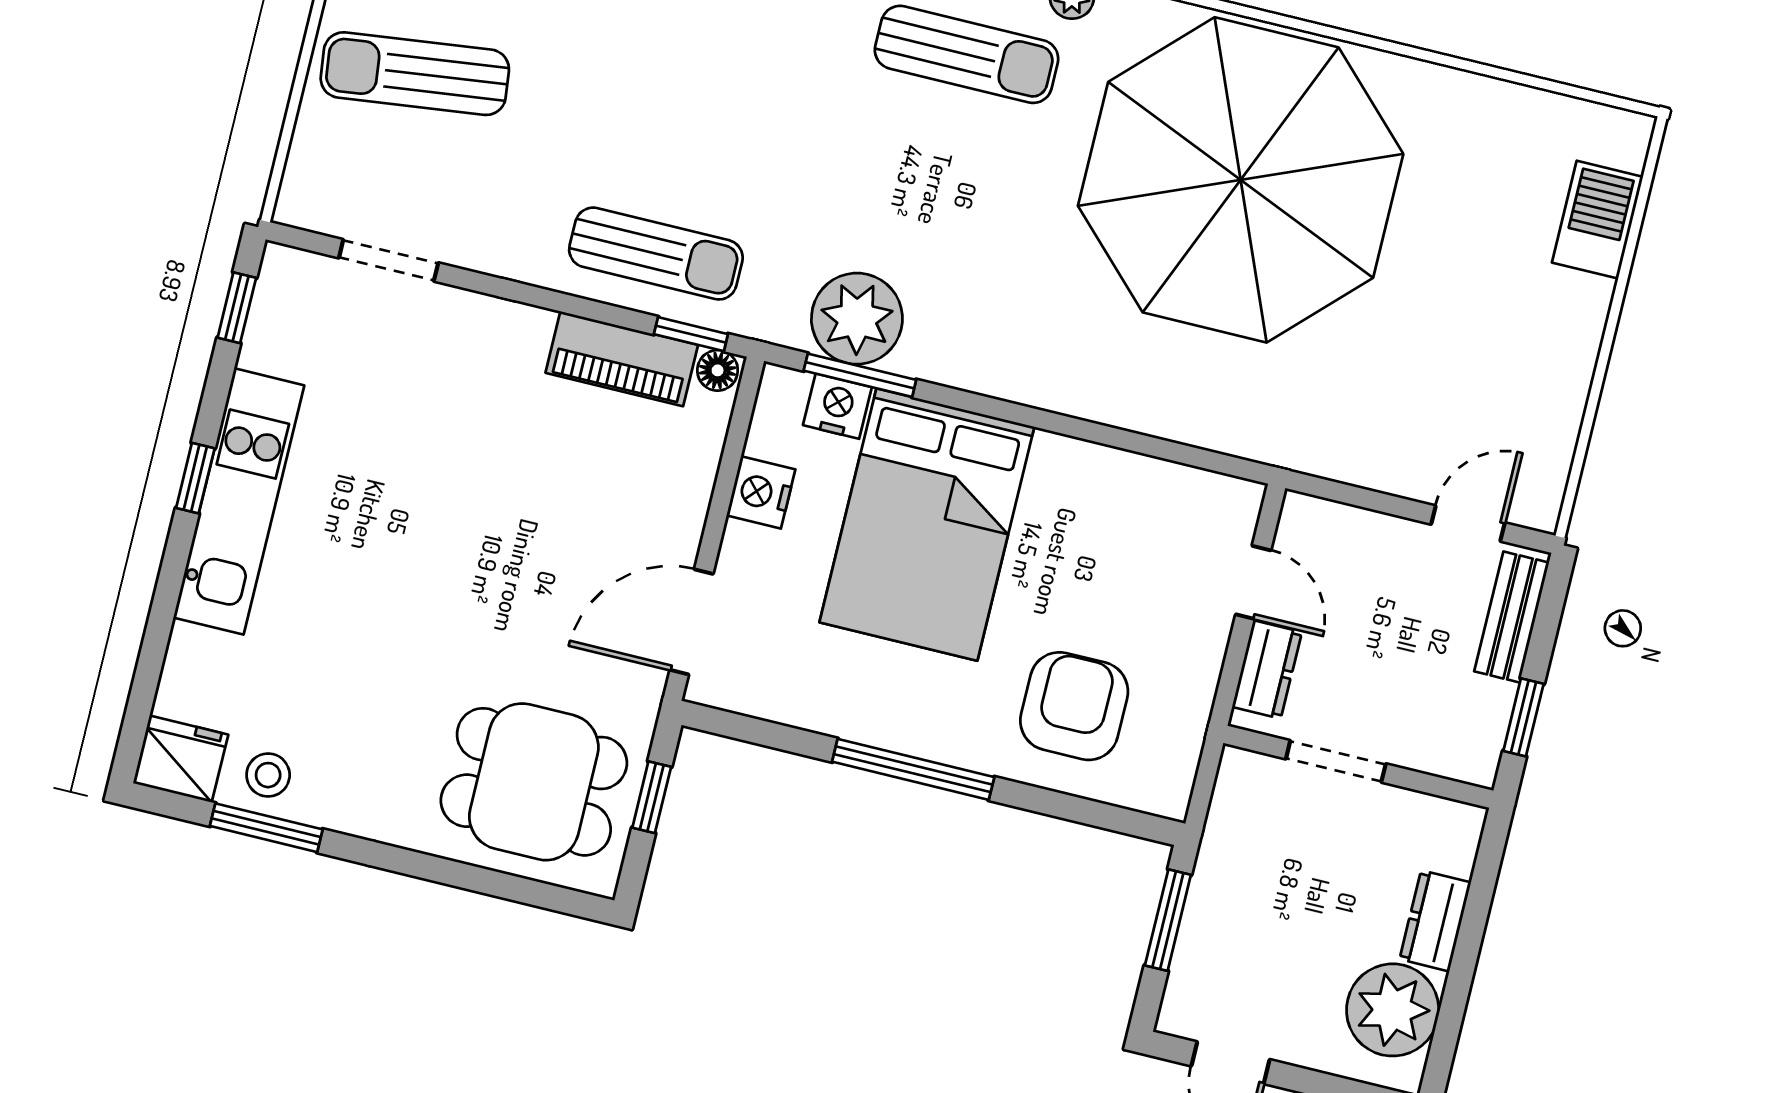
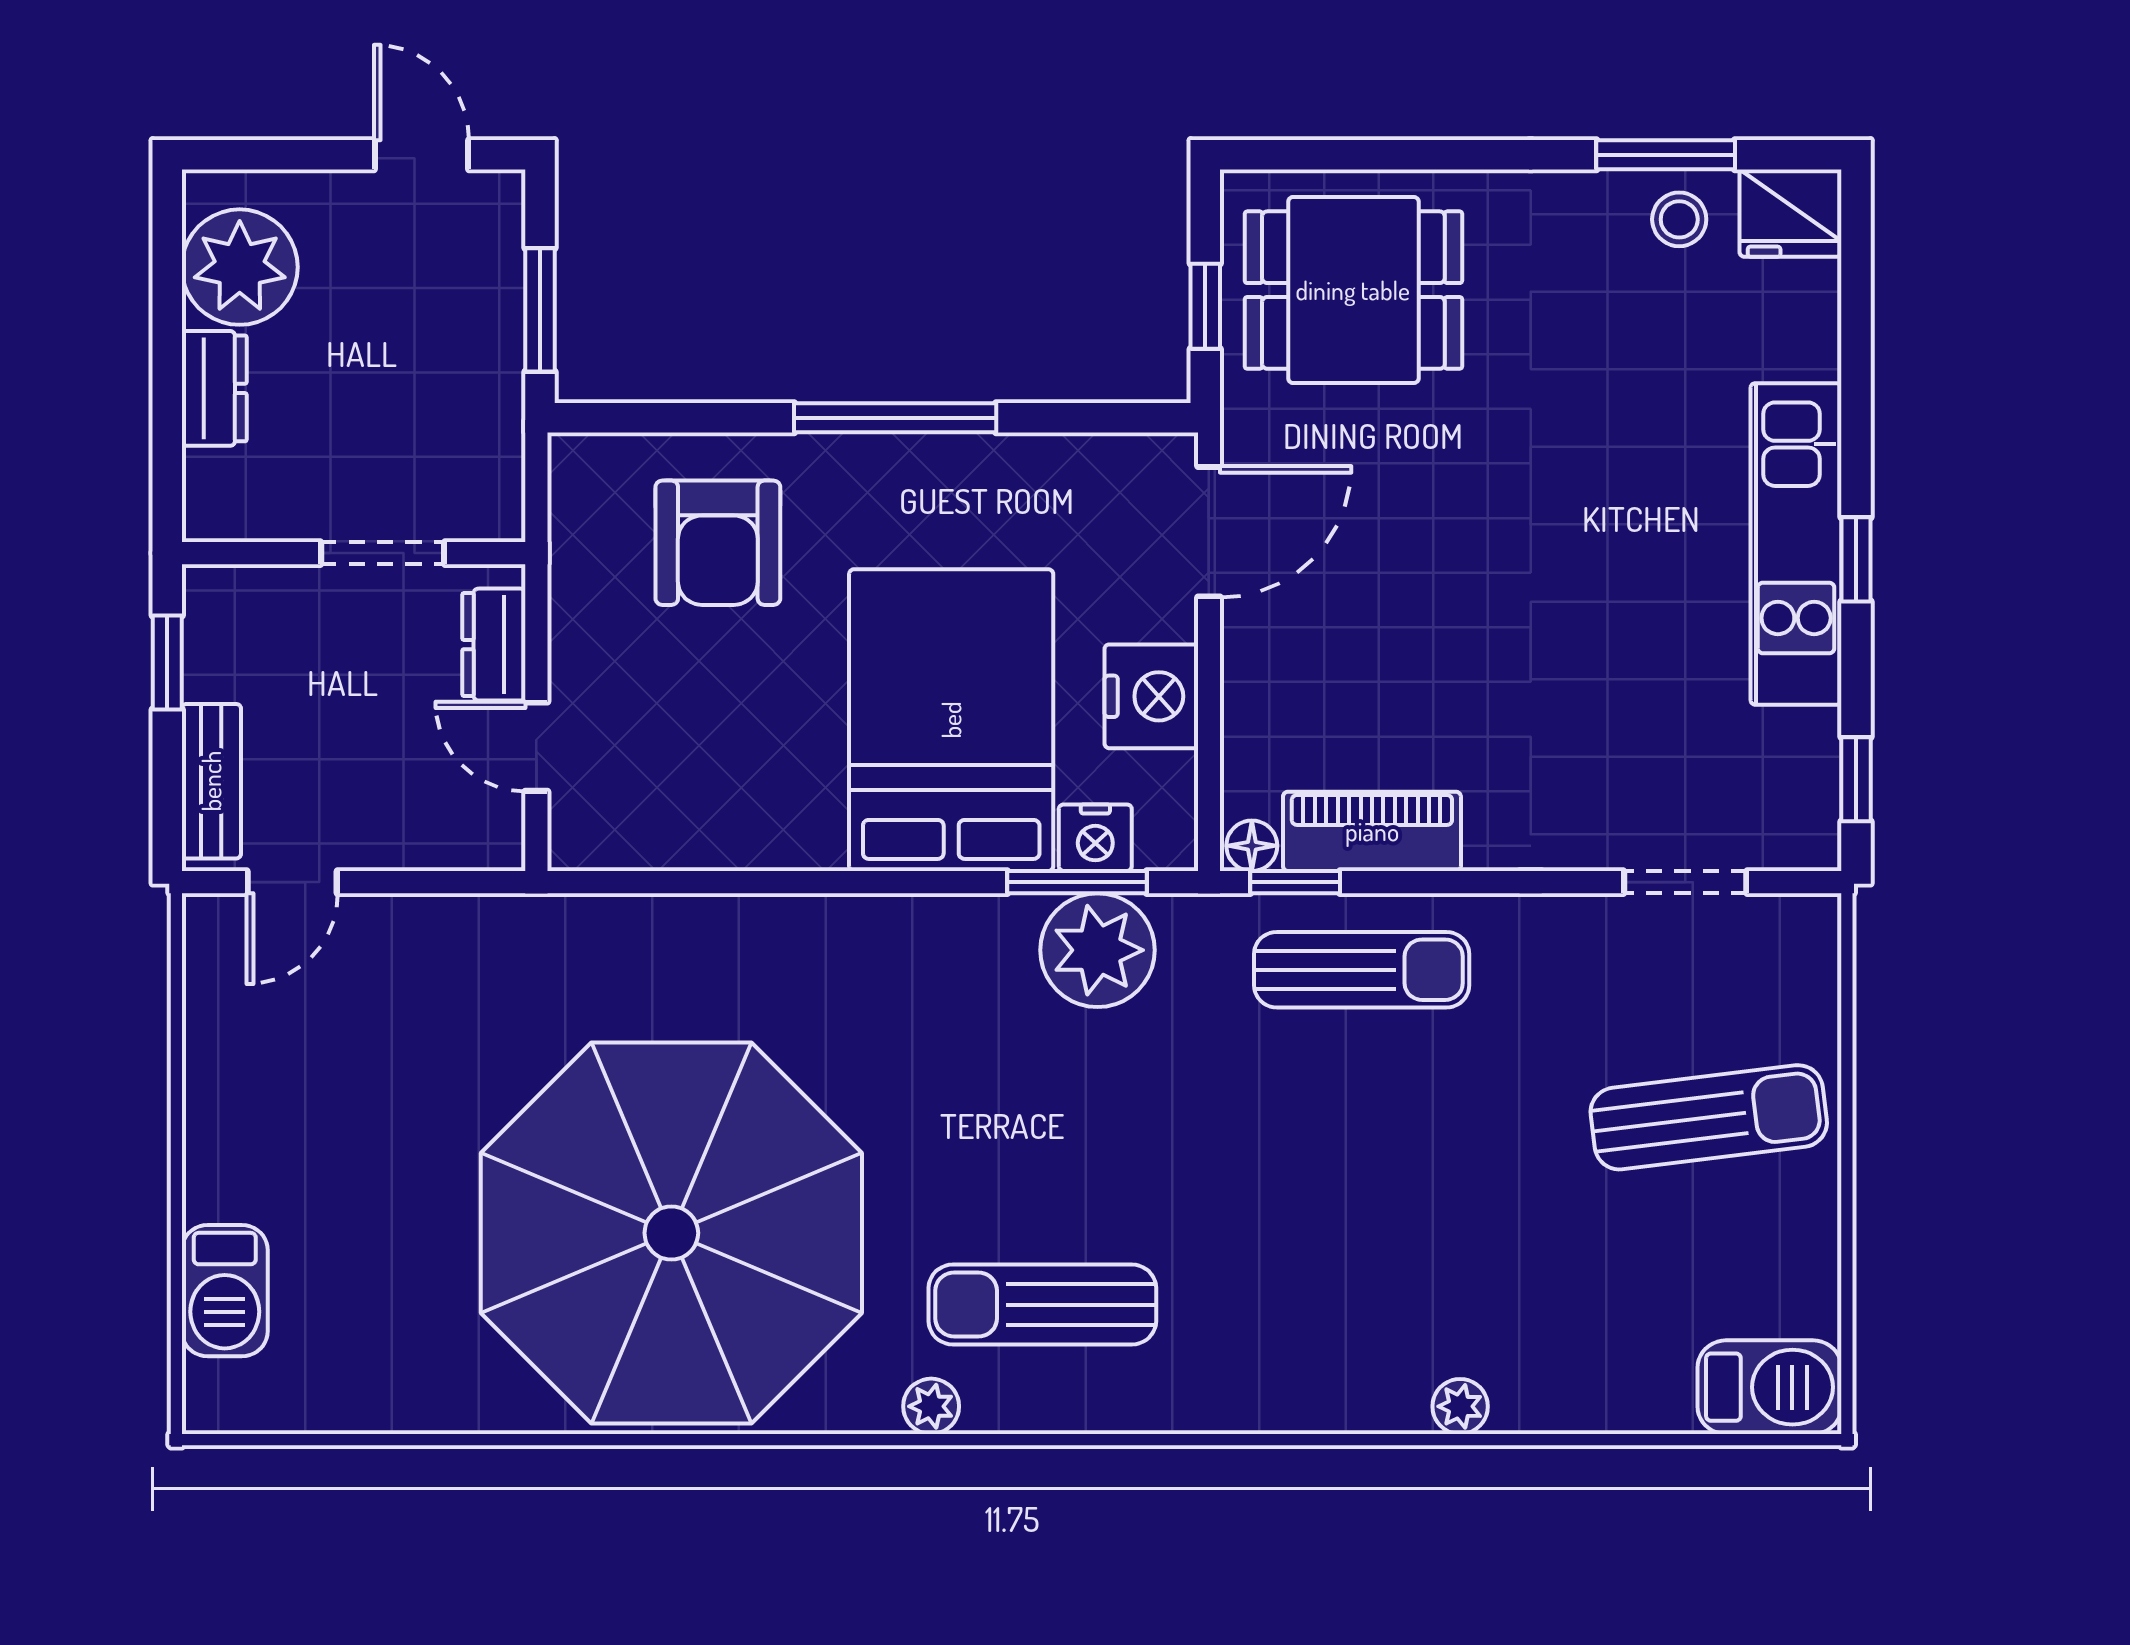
sun lounger: (656, 254) -> (1362, 970), turned 180
nightstand: (761, 492) -> (1151, 696), width x1.36, depth x1.33

